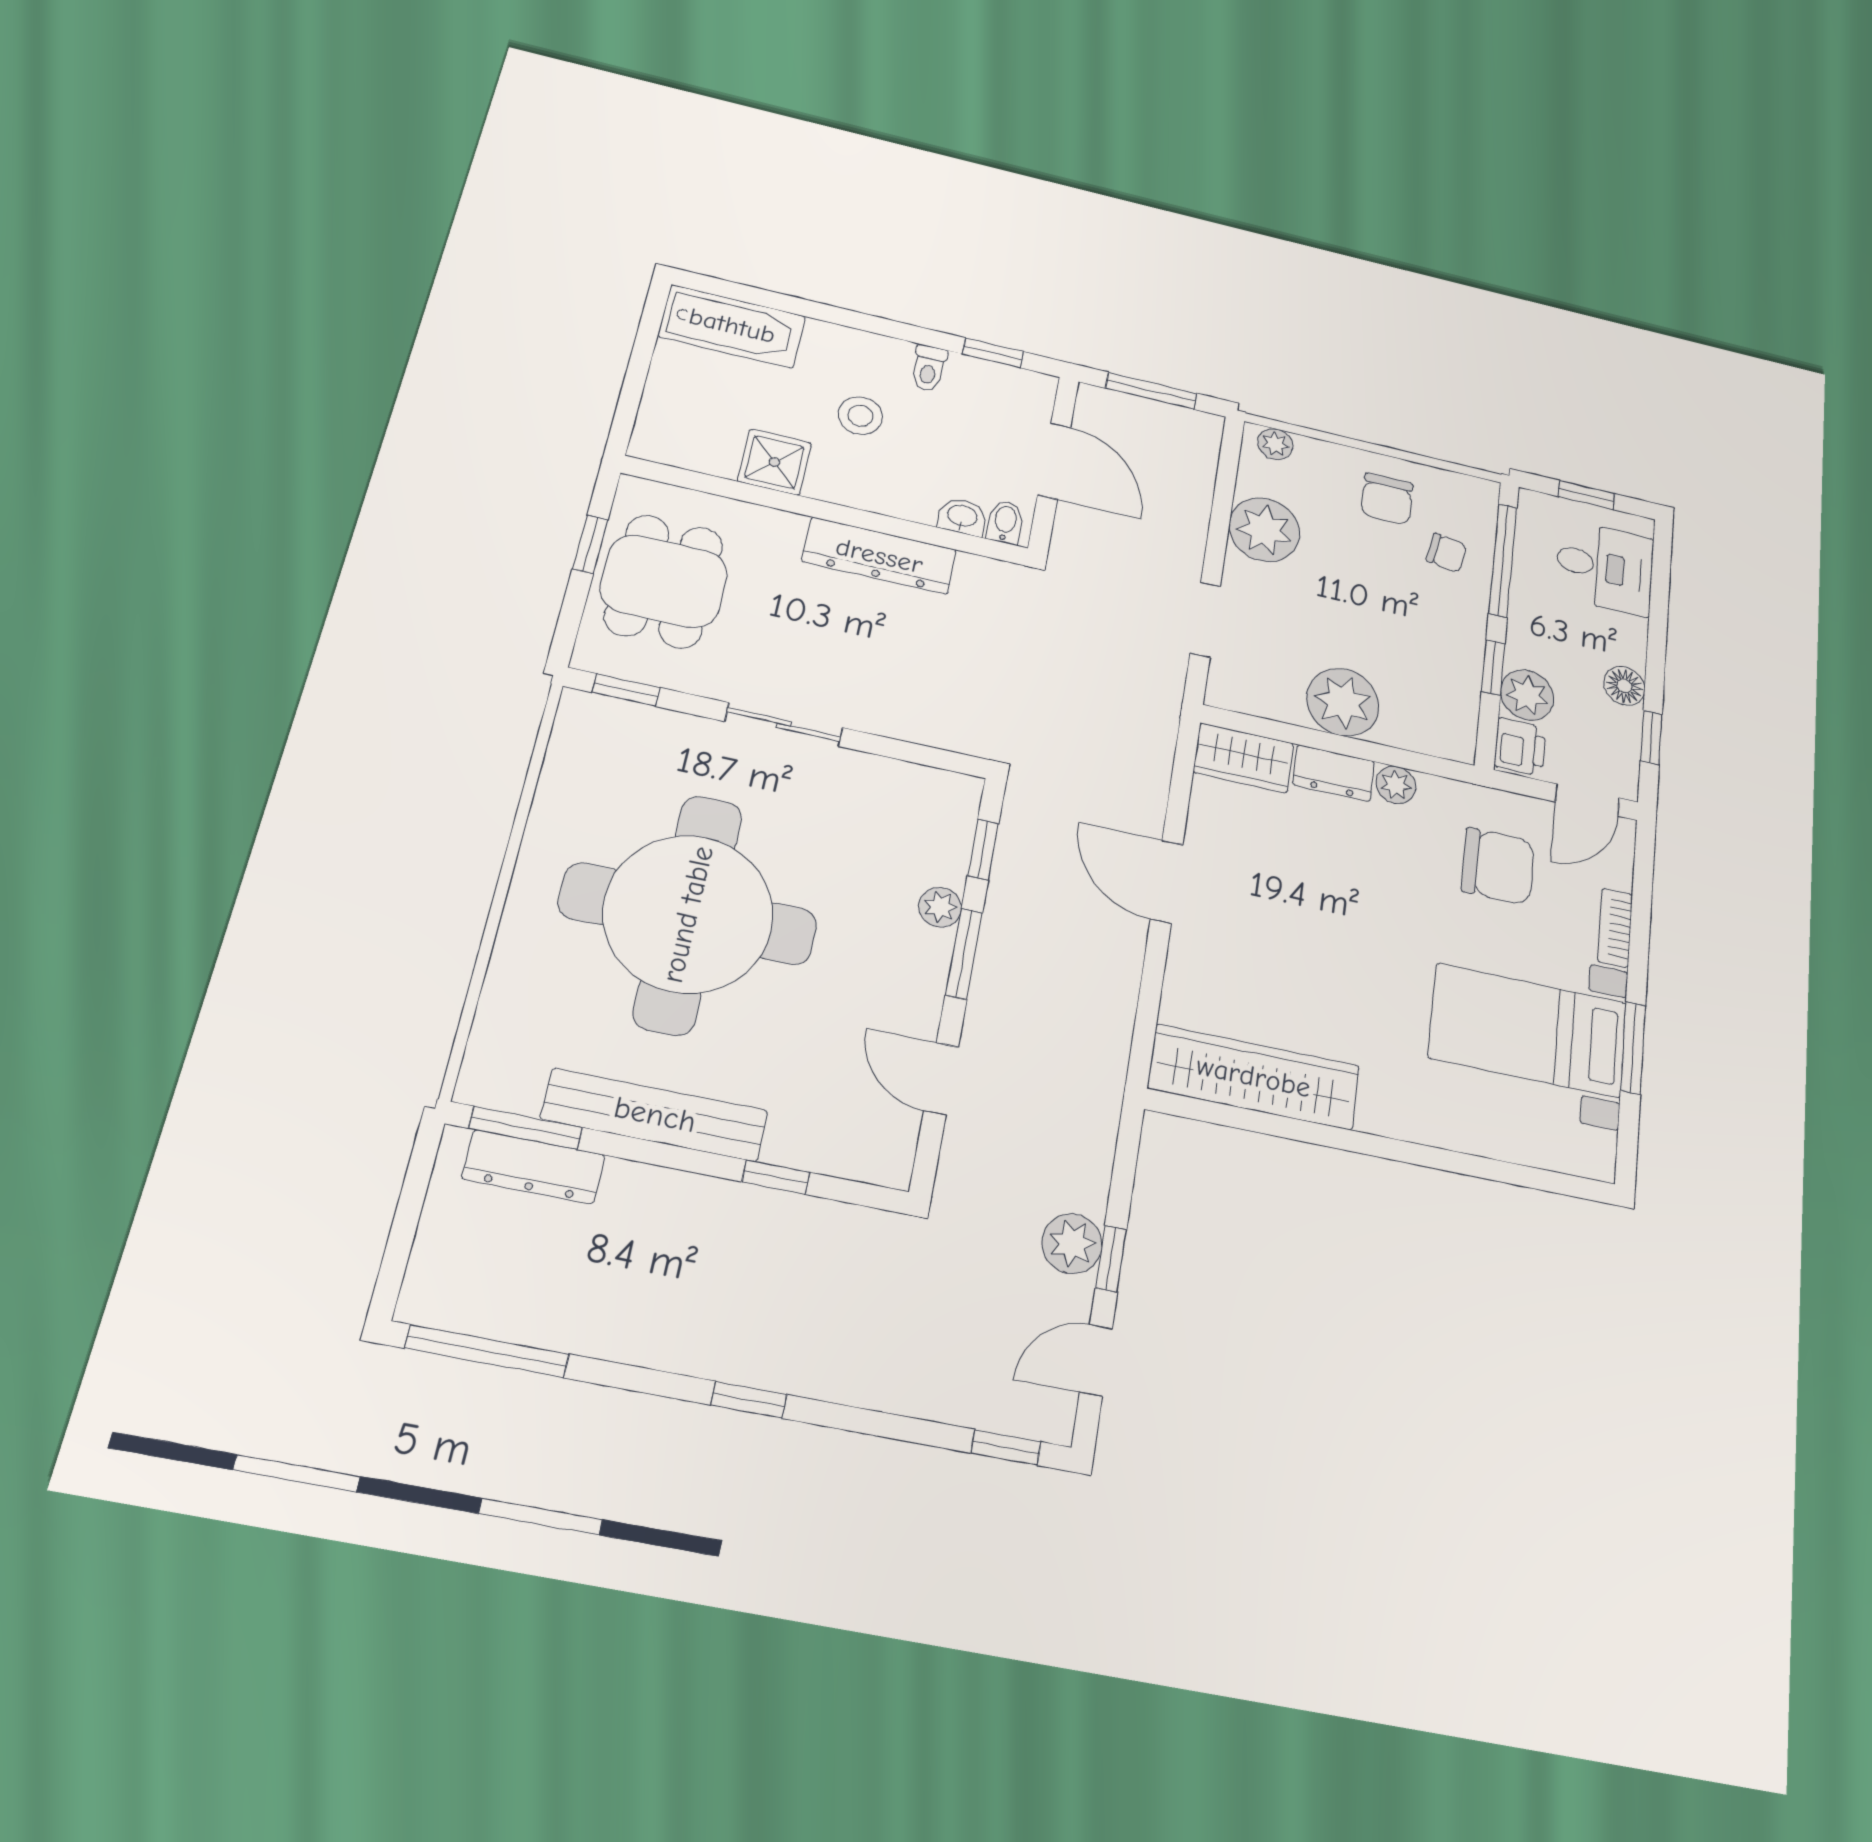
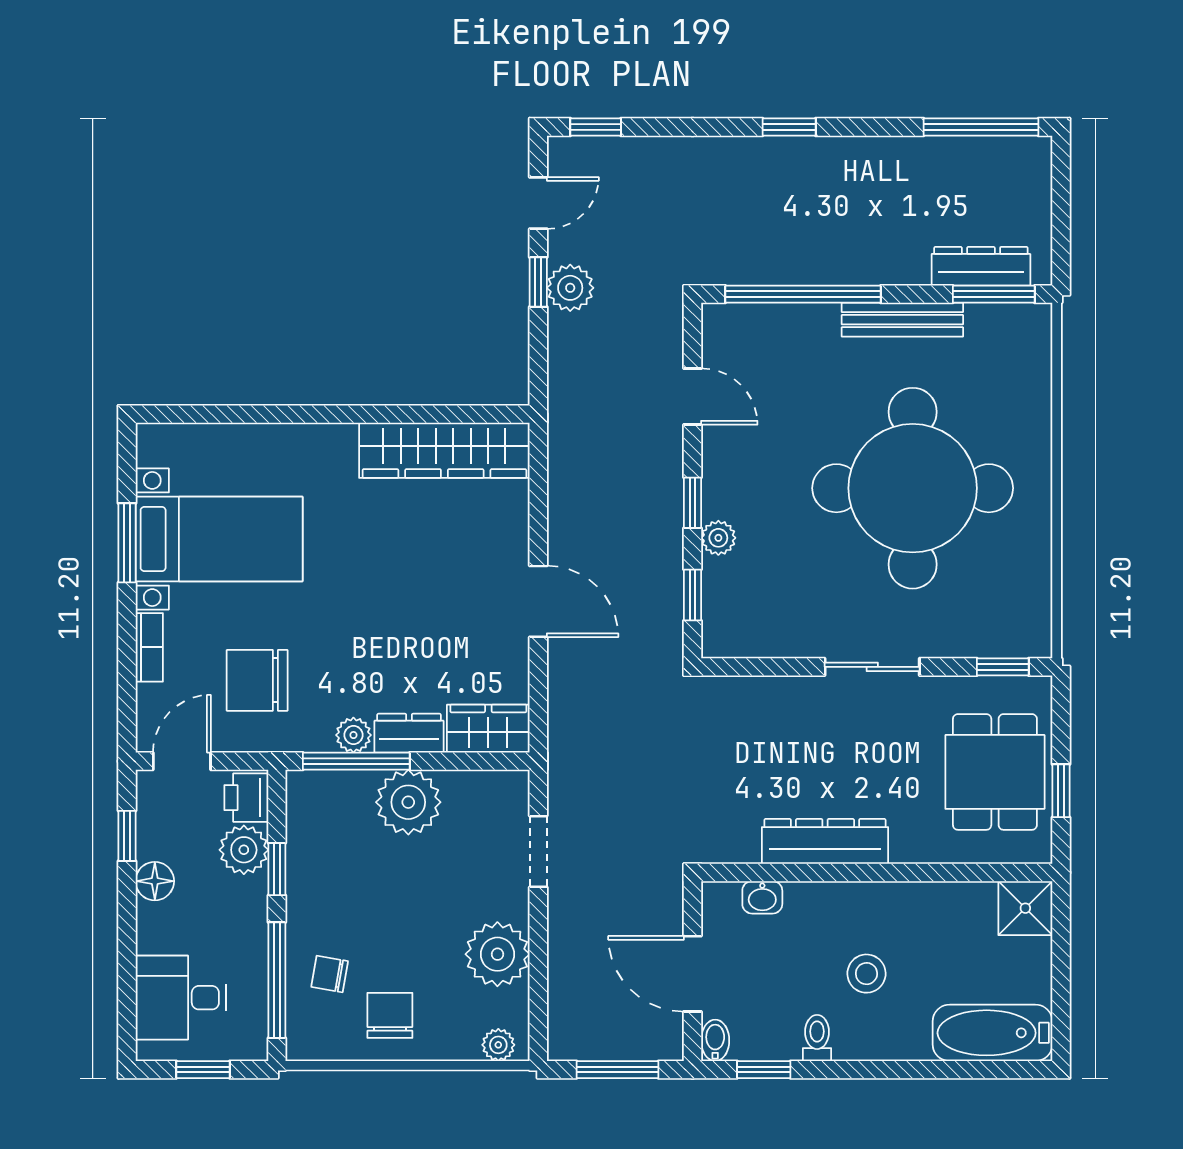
shower: (774, 462) -> (1025, 908), moved
bidet: (1005, 522) -> (715, 1040), moved, turned 180
window: (1396, 757) -> (356, 761), added
window: (964, 954) -> (693, 503), width x0.67
bench: (655, 1115) -> (902, 320), width x0.73, depth x0.82
window: (776, 1177) -> (803, 294), width x3.17

